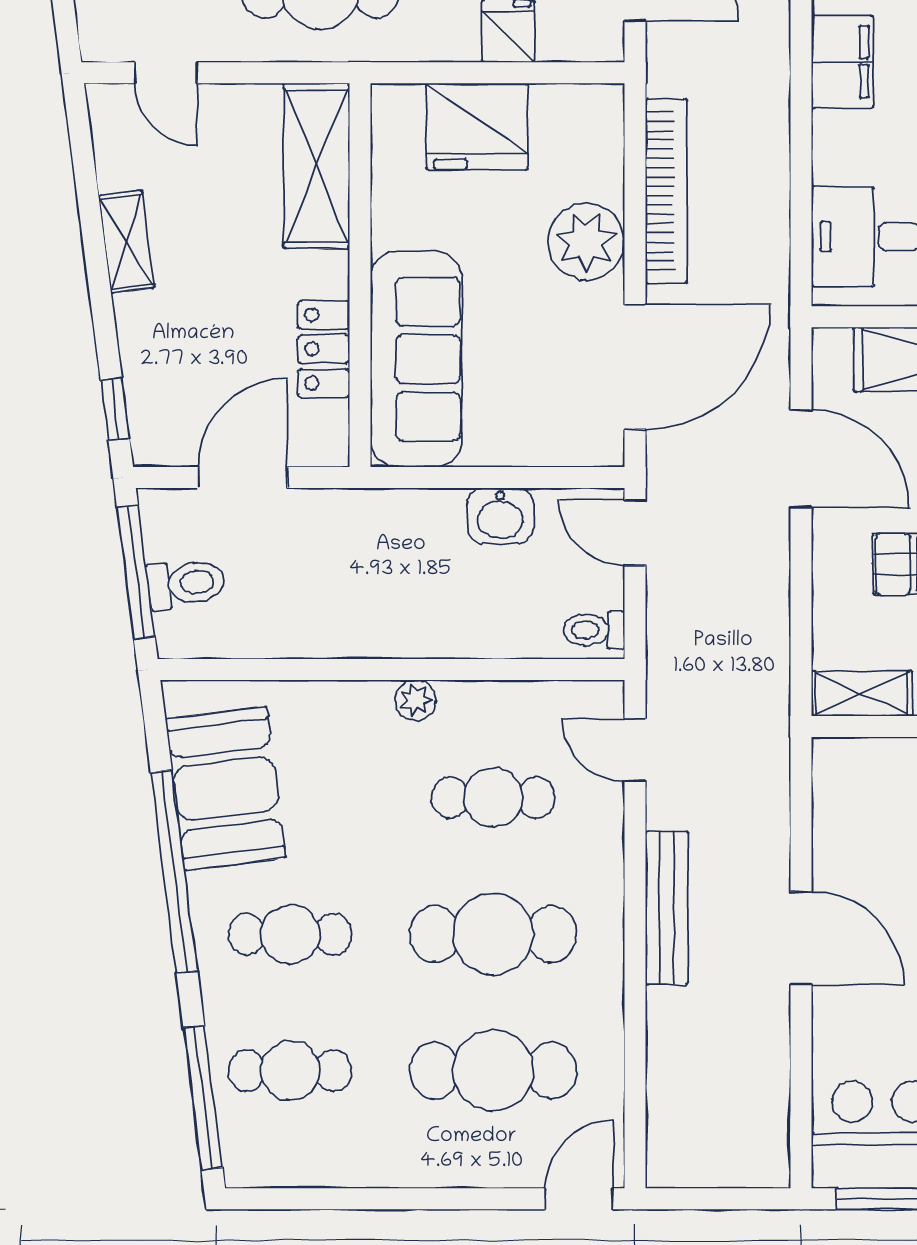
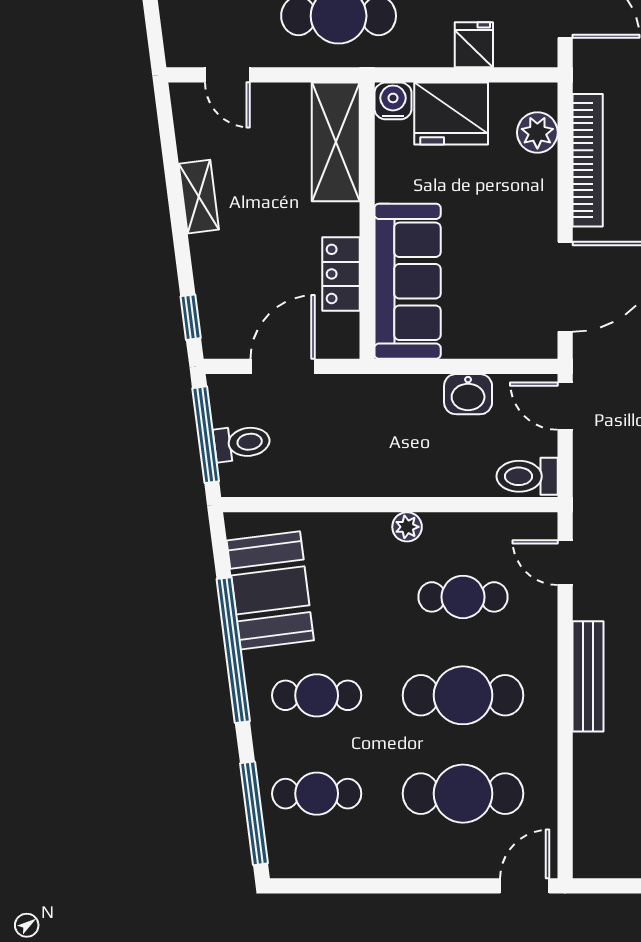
water cooler: (396, 109) -> (393, 101), added
plant: (586, 242) -> (537, 133), moved, width x0.73, depth x0.73
toilet: (594, 630) -> (527, 476), width x1.37, depth x1.39

